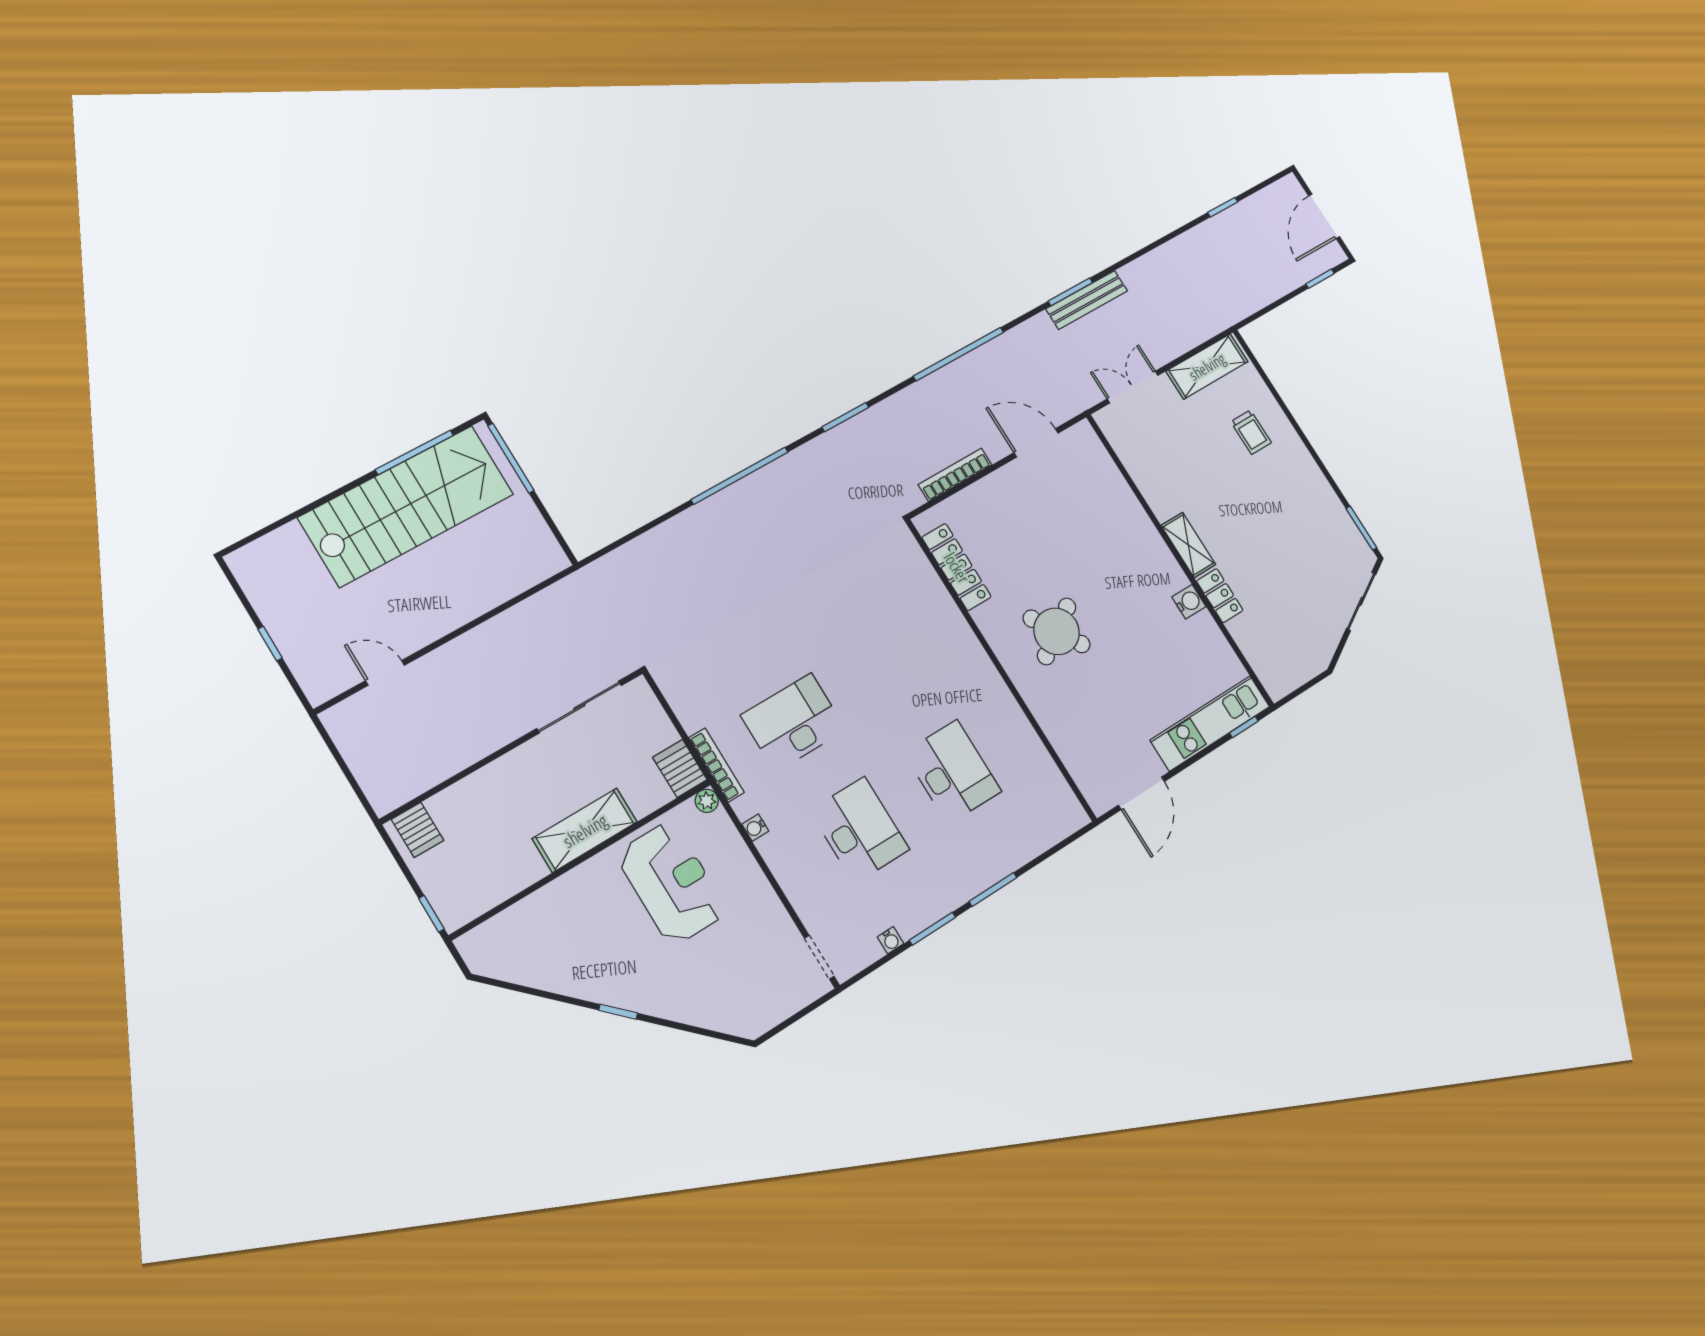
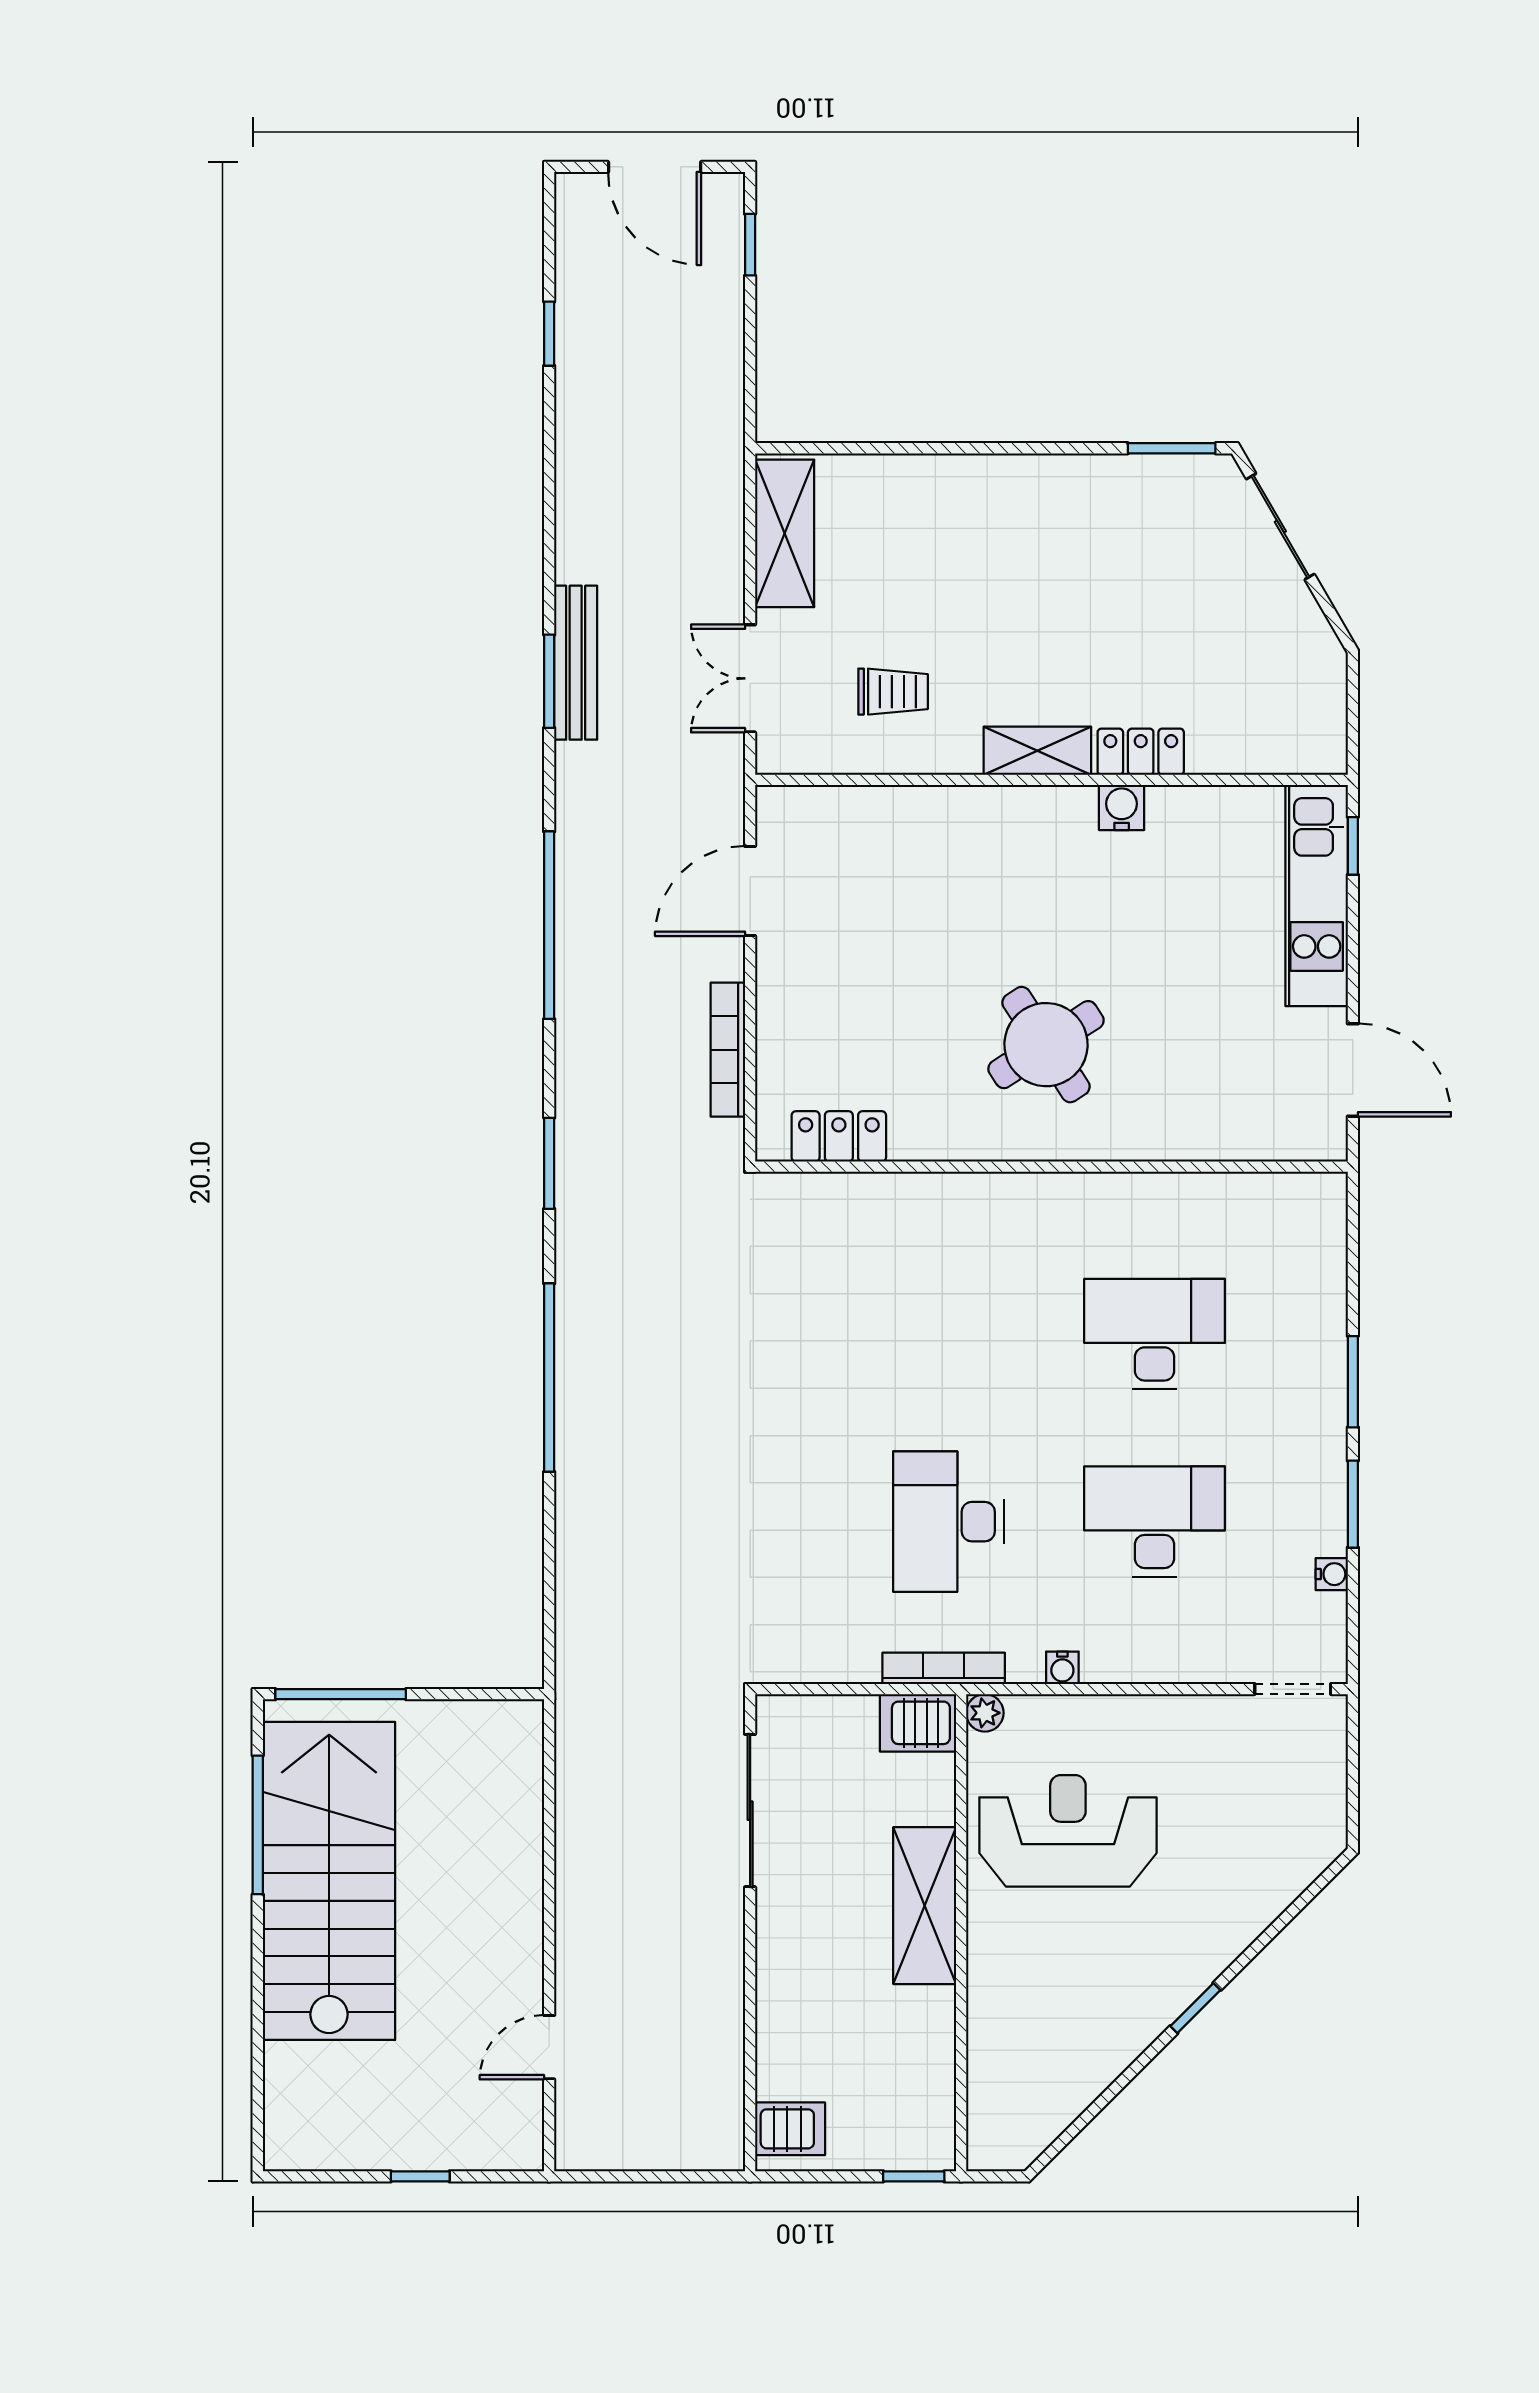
trolley: (1251, 432) -> (893, 692), moved
locker: (957, 567) -> (839, 1136), width x0.66

